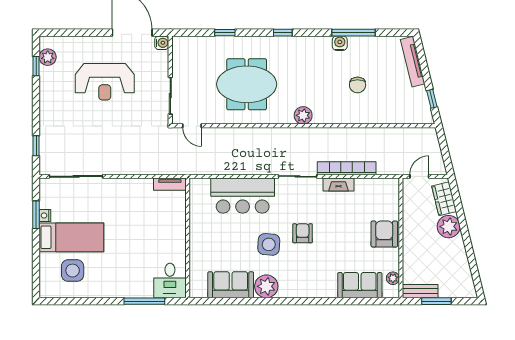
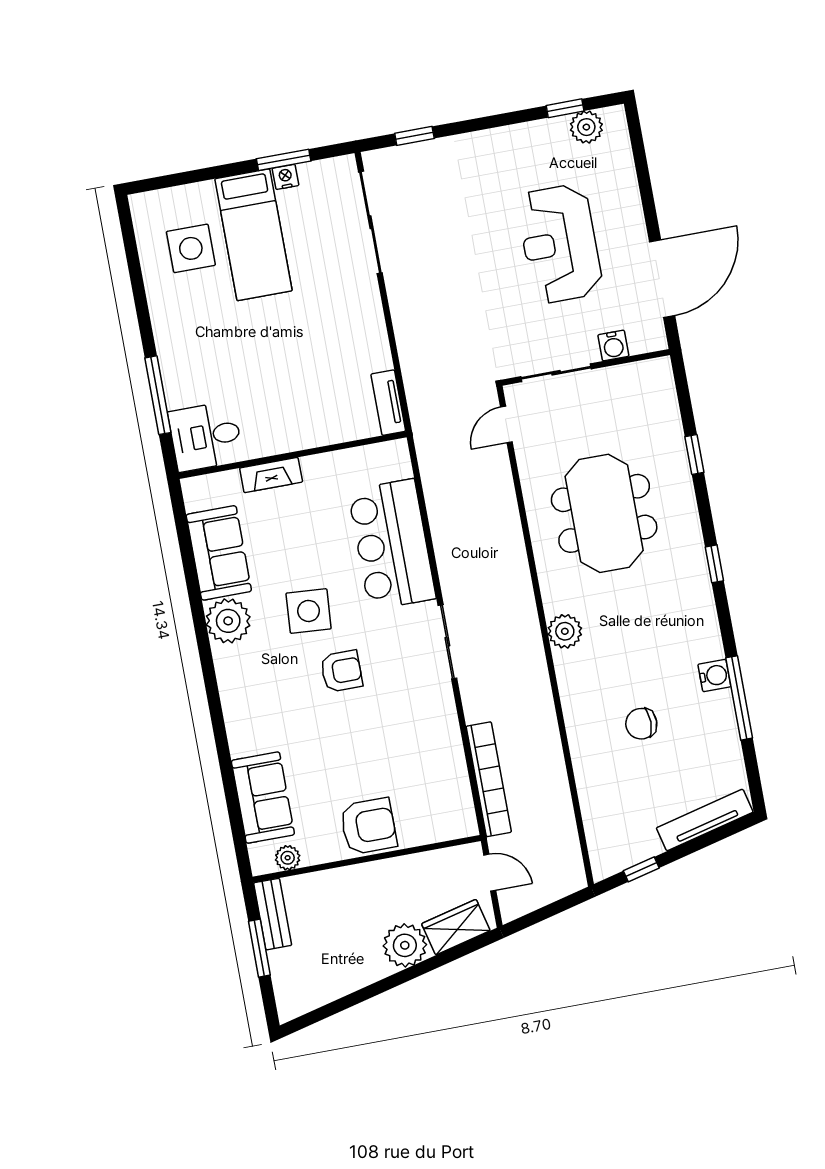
water cooler: (162, 43) -> (613, 346), moved
bookcase: (347, 168) -> (489, 779), moved
fireplace: (339, 185) -> (271, 475), moved, turned -90

